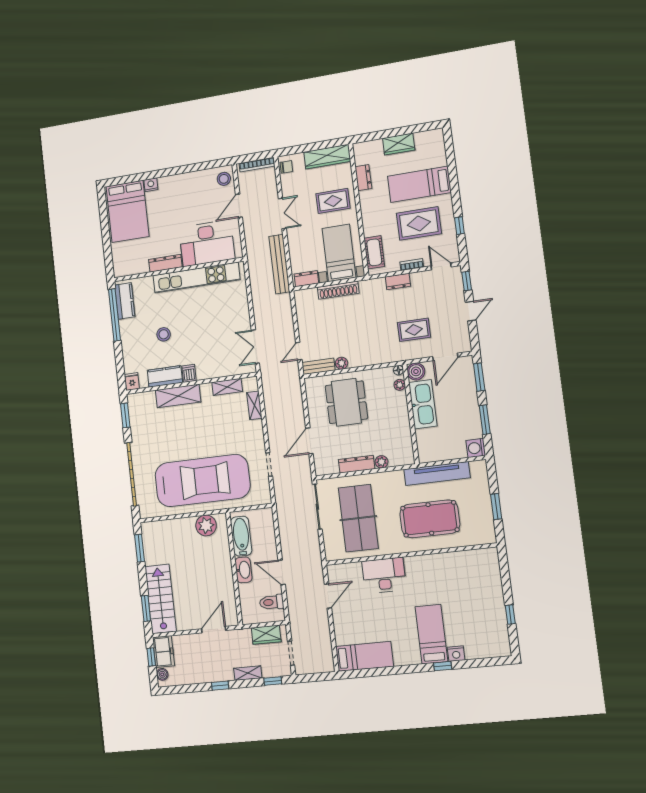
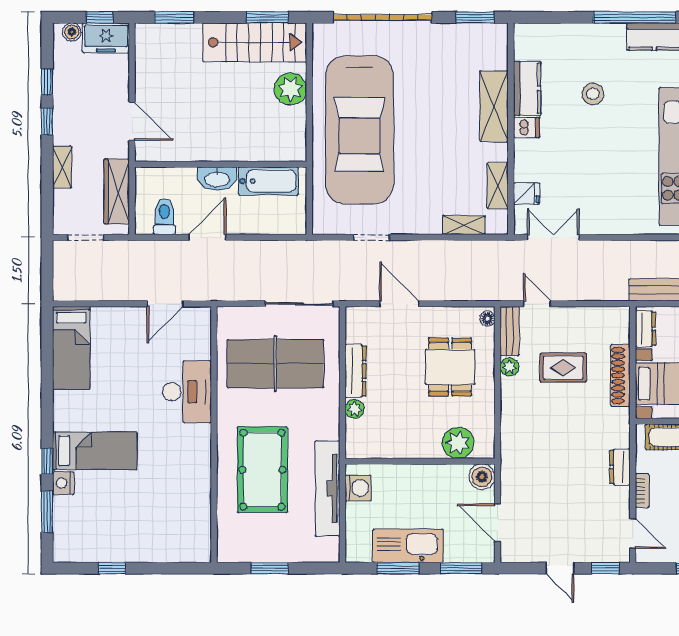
door: (441, 266) -> (633, 534), hinge flipped
rug: (414, 330) -> (563, 368), moved, turned 90
floor lamp: (398, 370) -> (487, 319), moved
fridge: (132, 382) -> (526, 194), moved
plant: (400, 385) -> (458, 443), width x1.88, depth x1.88
dining table: (346, 402) -> (450, 367), width x0.73
kitchen sink: (423, 404) -> (408, 546), moved, turned 180
washing machine: (476, 448) -> (358, 488), moved, turned 90
plant: (206, 525) -> (290, 89), moved
door: (328, 596) -> (165, 304), hinge flipped
stairs: (161, 599) -> (255, 42), moved
wardrobe: (266, 635) -> (117, 192), width x1.50
window: (477, 663) -> (47, 512), added
window: (273, 681) -> (47, 82), moved

